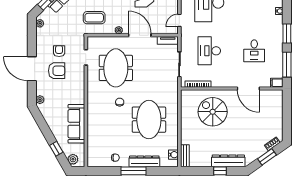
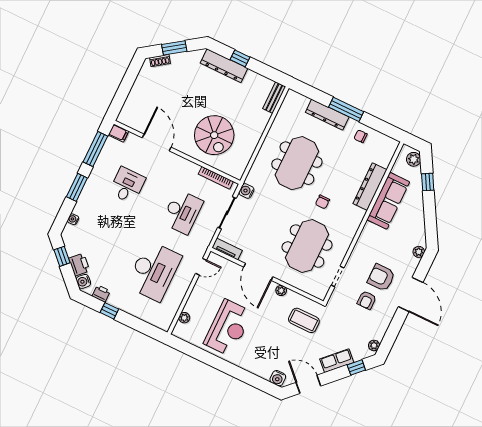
dresser: (93, 127) -> (370, 187), added
water cooler: (173, 155) -> (246, 191), moved

